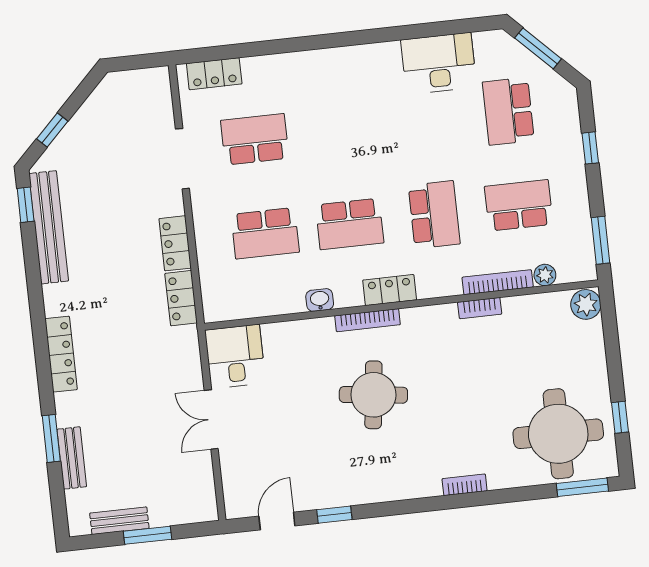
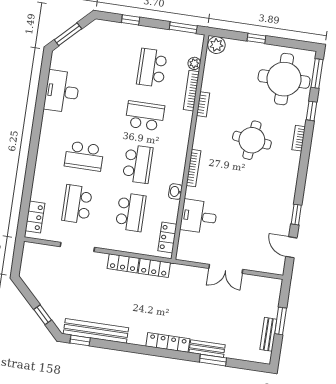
school desk: (508, 111) -> (84, 156), moved
locker: (390, 290) -> (167, 238), moved
desk: (235, 356) -> (199, 216), moved
round table: (373, 395) -> (252, 140), moved
window: (620, 417) -> (256, 38), moved
bench: (72, 458) -> (207, 349), moved
window: (516, 495) -> (312, 111), added

